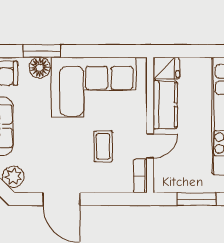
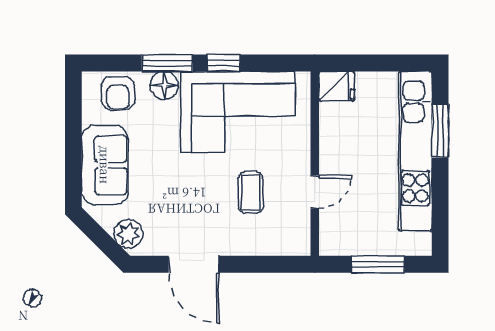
window: (83, 51) -> (224, 63), added
kitchen counter: (165, 105) -> (335, 136), removed
bookcase: (140, 176) -> (301, 233), removed

